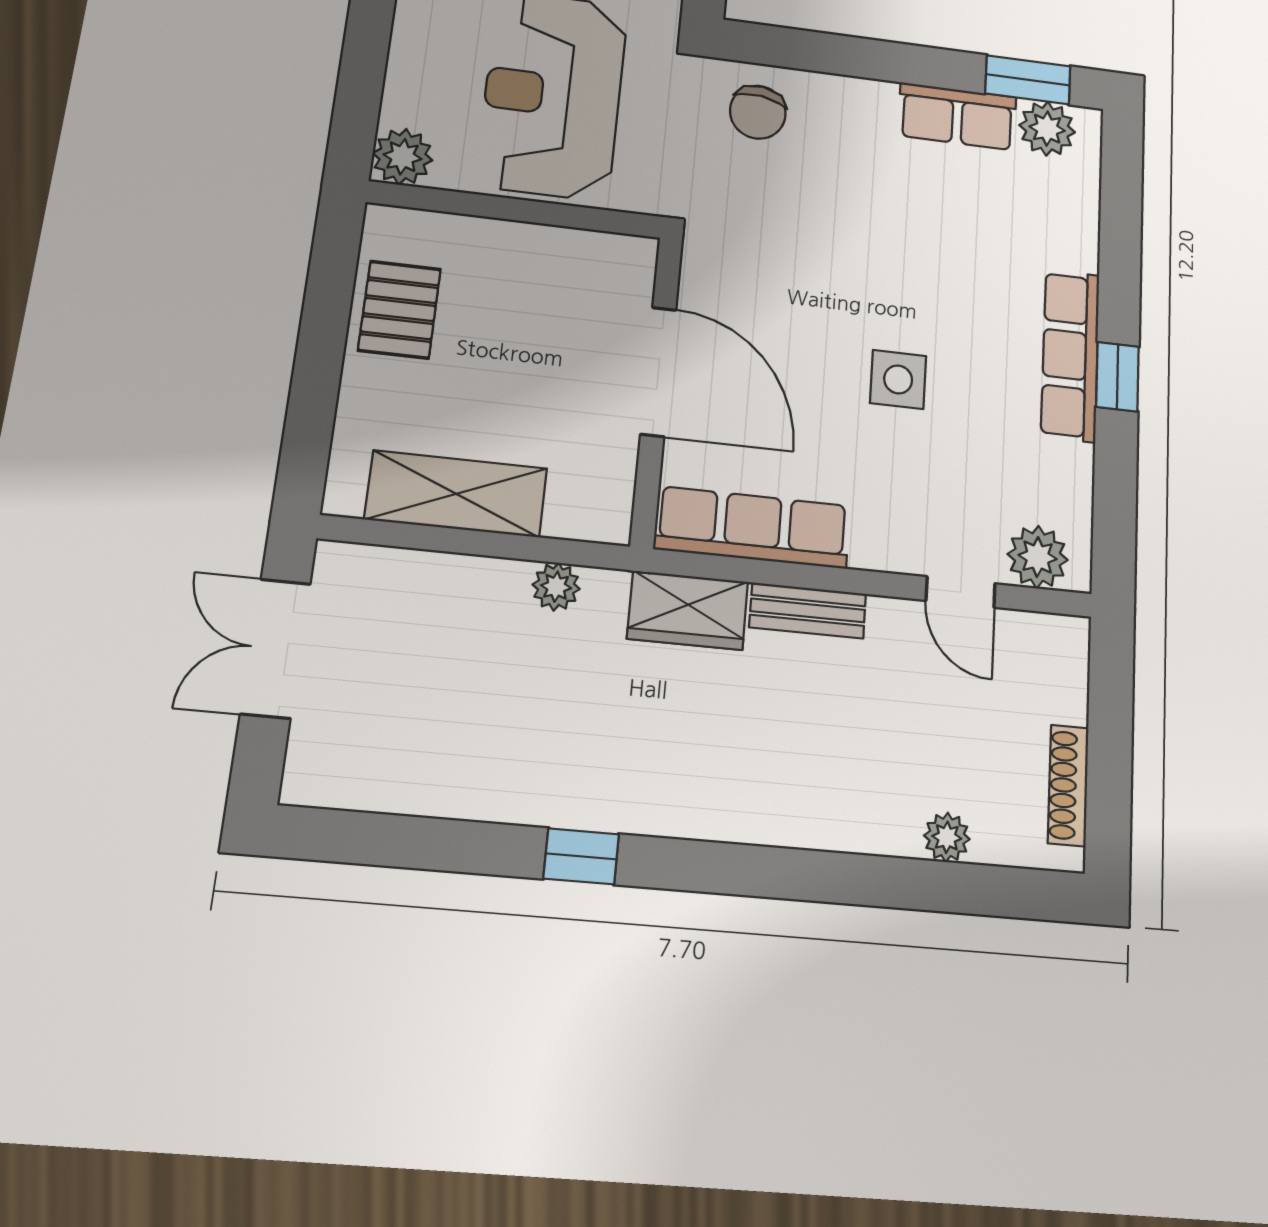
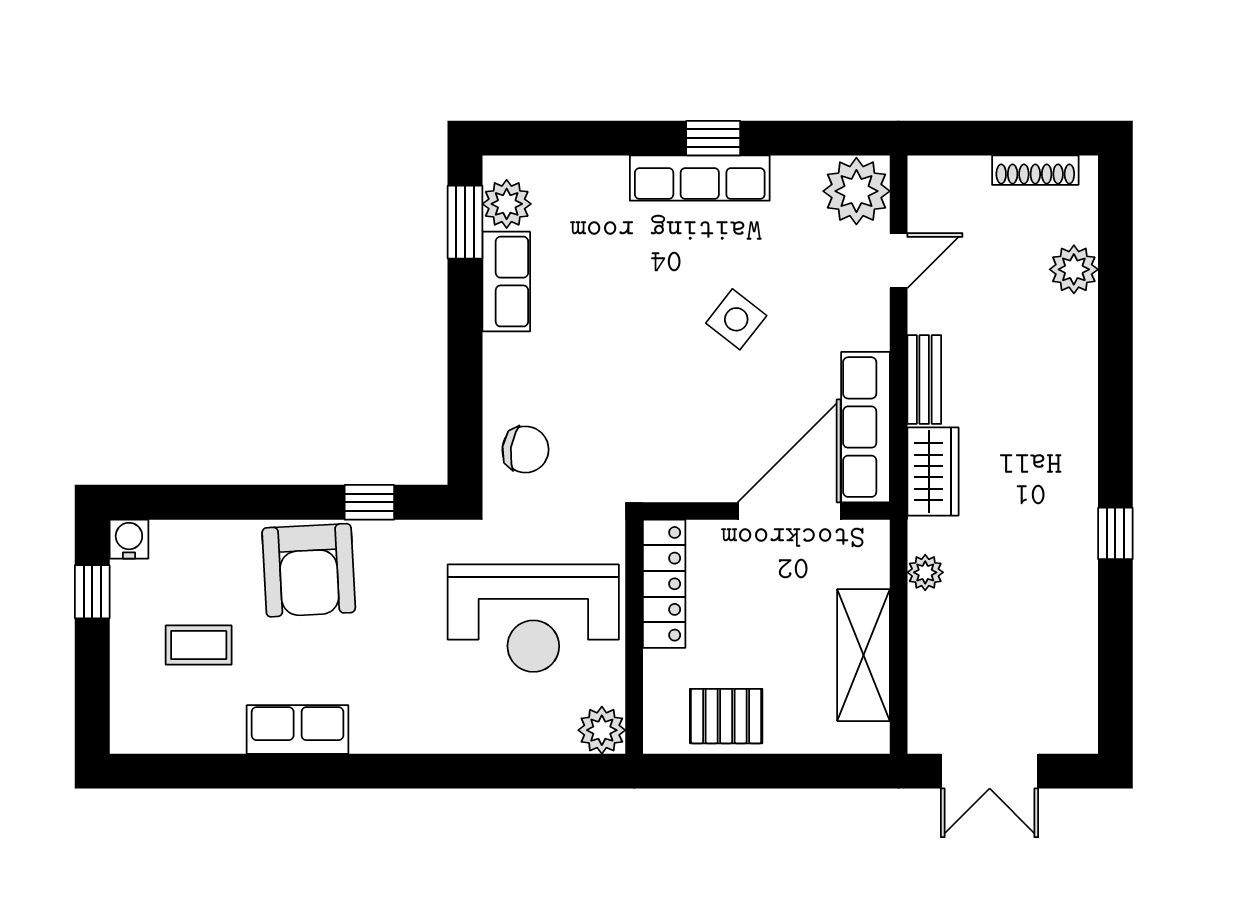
locker: (578, 253) -> (664, 584), added
door: (658, 372) -> (789, 511), moved
side table: (898, 379) -> (736, 319), turned 38
plant: (1038, 557) -> (856, 191), width x1.36, depth x1.36
plant: (947, 837) -> (1074, 269), width x1.38, depth x1.38

